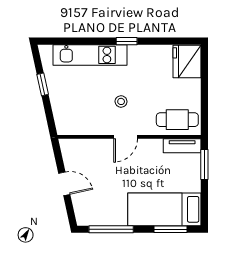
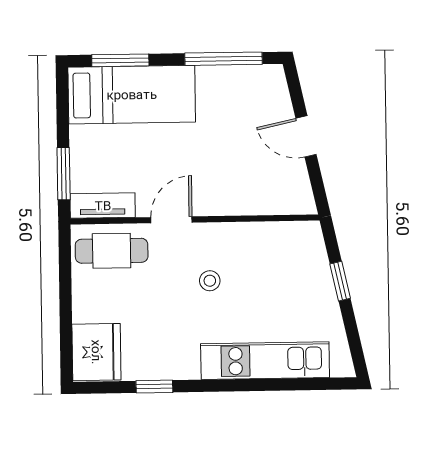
window: (127, 41) -> (154, 387), moved
window: (43, 84) -> (340, 281), moved
door: (126, 137) -> (171, 220), moved

